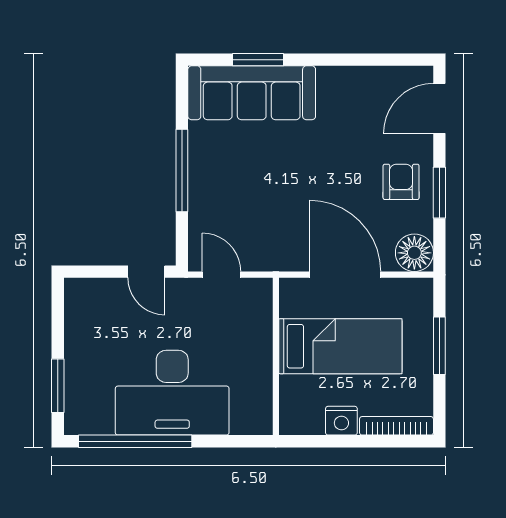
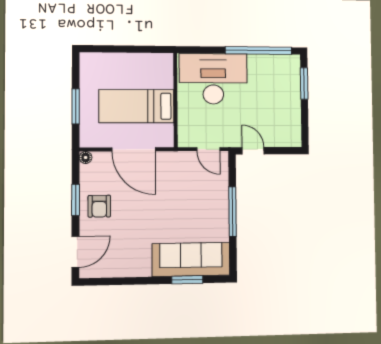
floor lamp: (414, 253) -> (86, 157), width x0.53, depth x0.53
desk: (172, 393) -> (213, 79), moved
nightstand: (341, 421) -> (136, 62), removed
bookcase: (396, 426) -> (102, 58), removed

